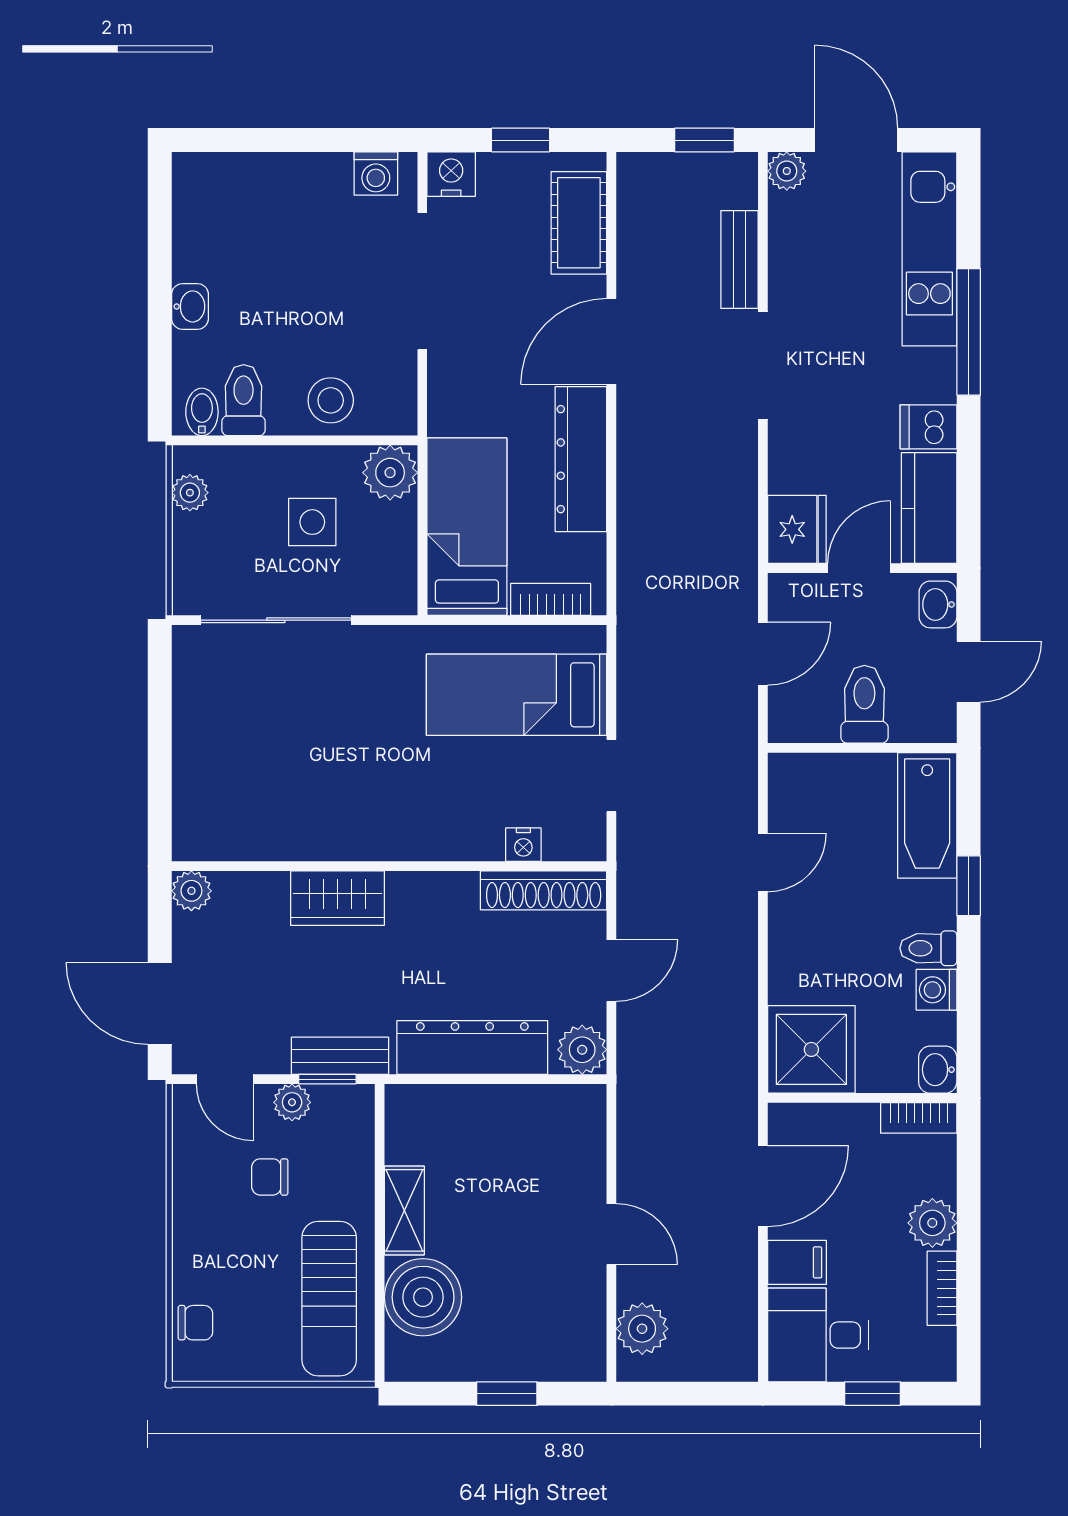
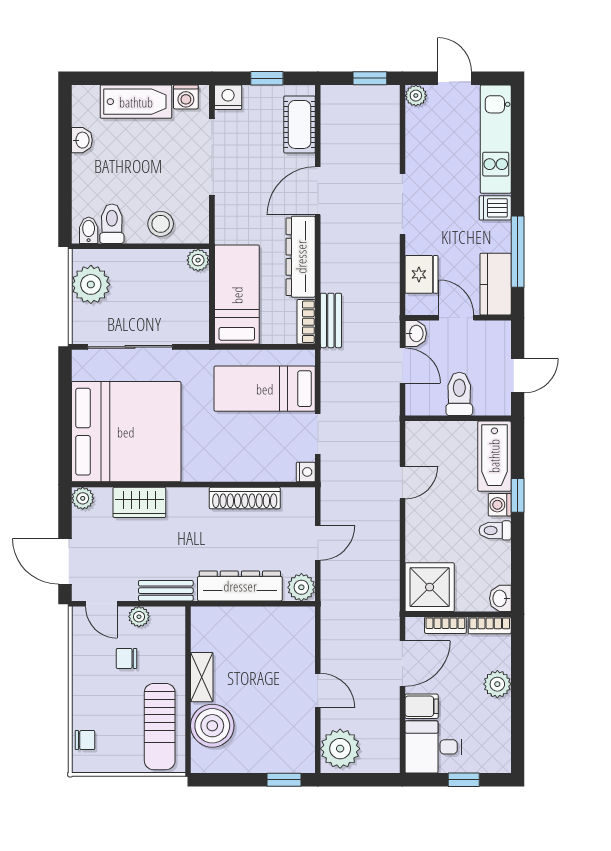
door: (856, 140) -> (455, 78), width x0.73
bathtub: (287, 182) -> (136, 102), added
bench: (739, 259) -> (331, 320), moved
washbasin: (190, 306) -> (82, 140), moved
window: (969, 332) -> (518, 252), moved
dishwasher: (928, 427) -> (495, 208), moved
plant: (390, 473) -> (198, 260), width x0.73, depth x0.73
plant: (190, 493) -> (91, 284), width x1.87, depth x1.87
side table: (312, 522) -> (150, 292), removed
fridge: (797, 529) -> (422, 274), moved
door: (859, 568) -> (456, 318), hinge flipped
bookcase: (551, 599) -> (306, 322), moved, turned -90
washbasin: (938, 604) -> (416, 333), moved, turned 180
door: (763, 654) -> (402, 366), hinge flipped
bed: (269, 772) -> (126, 432), added
nightstand: (523, 845) -> (306, 472), moved, turned -90
shoe rack: (544, 890) -> (245, 498), moved
wardrobe: (337, 898) -> (139, 502), moved
washing machine: (937, 990) -> (500, 505), moved
window: (327, 1079) -> (159, 604), removed
bookcase: (942, 1288) -> (445, 625), moved, turned -90
plant: (642, 1329) -> (340, 749), width x1.36, depth x1.36
window: (507, 1394) -> (284, 780), moved

